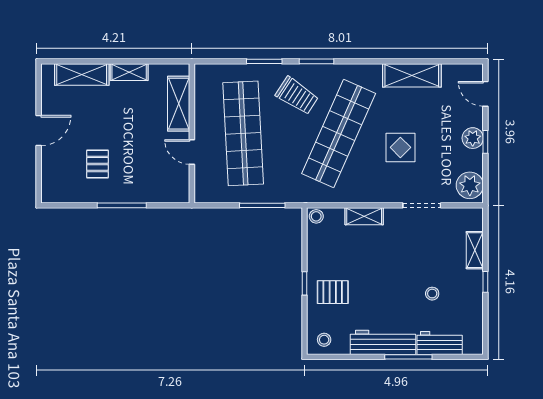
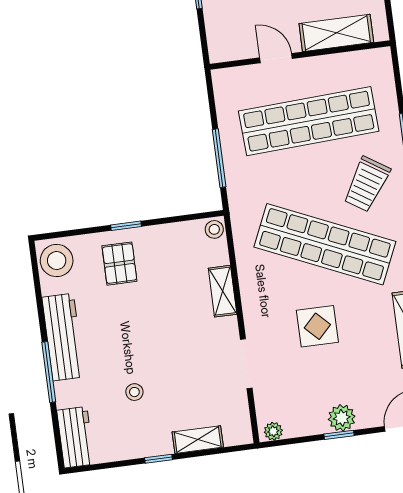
door: (192, 152) -> (276, 58), hinge flipped
plant: (470, 185) -> (273, 431), width x0.53, depth x0.53
stool: (324, 340) -> (57, 261), width x1.89, depth x1.89
workbench: (440, 343) -> (76, 437), moved

